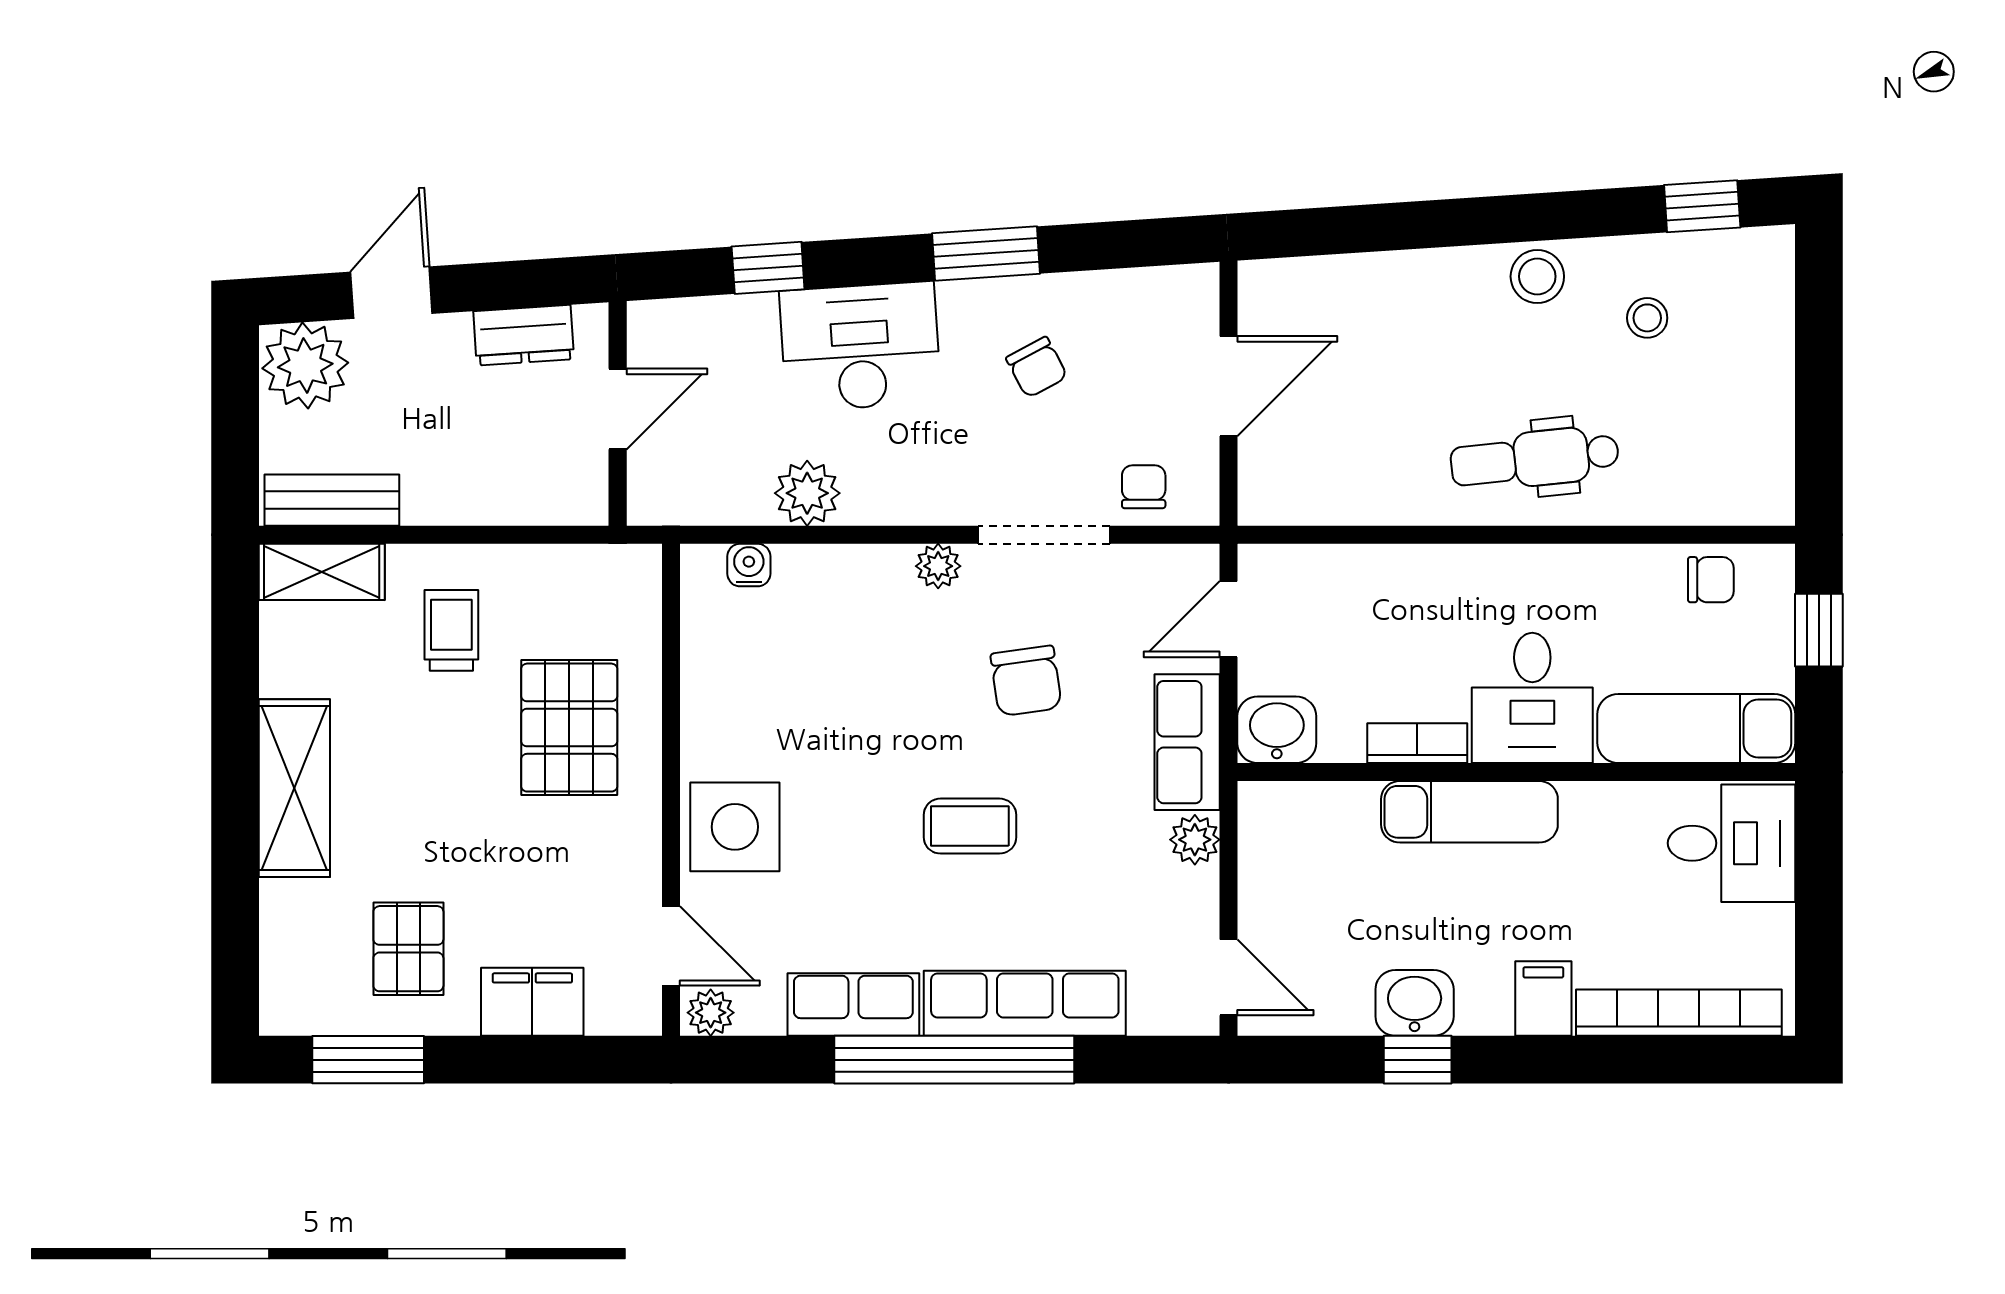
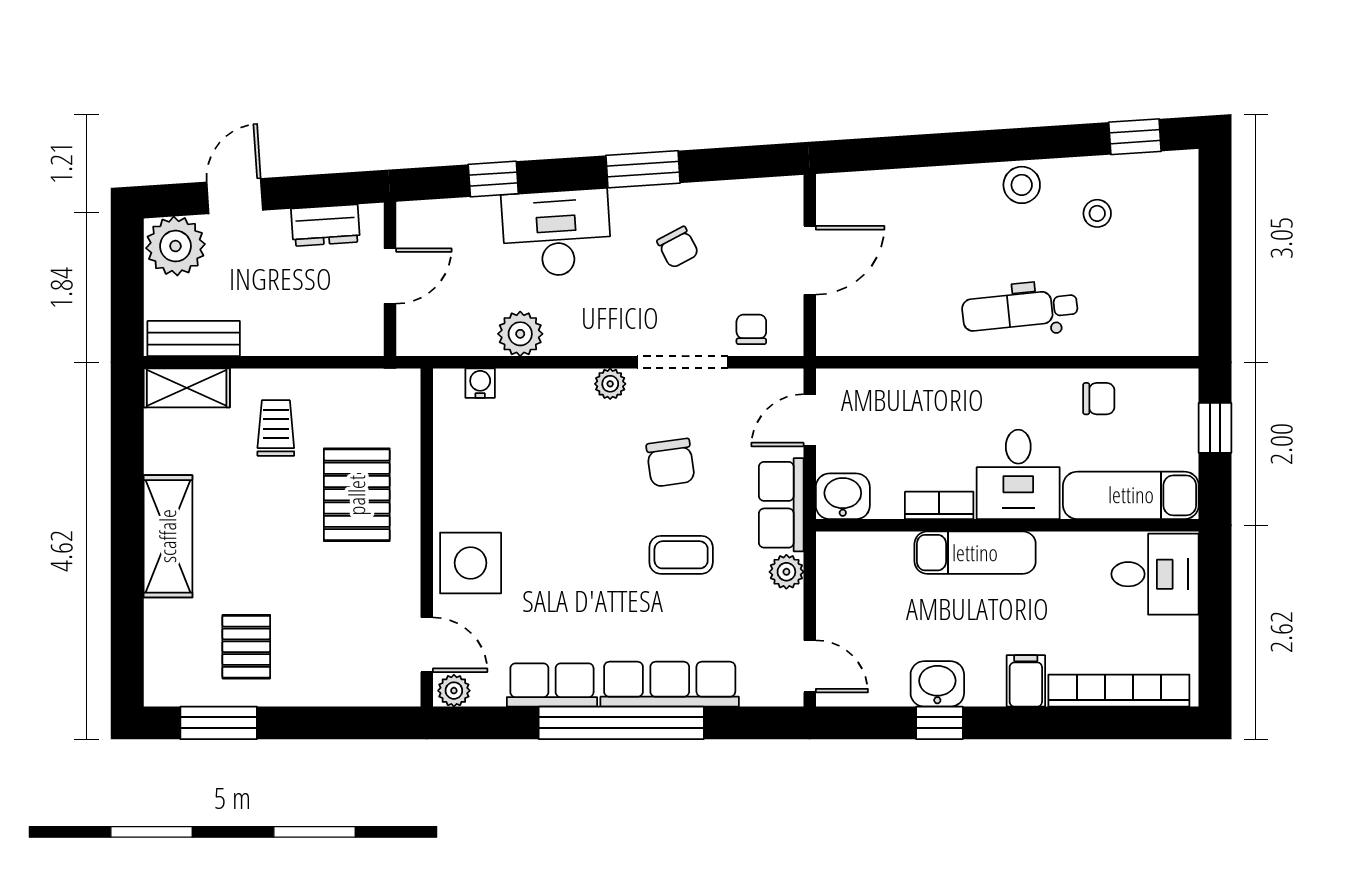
chair: (1711, 580) -> (1099, 399), moved
coffee table: (970, 826) -> (681, 555), moved
filing cabinet: (532, 1002) -> (331, 683), removed

